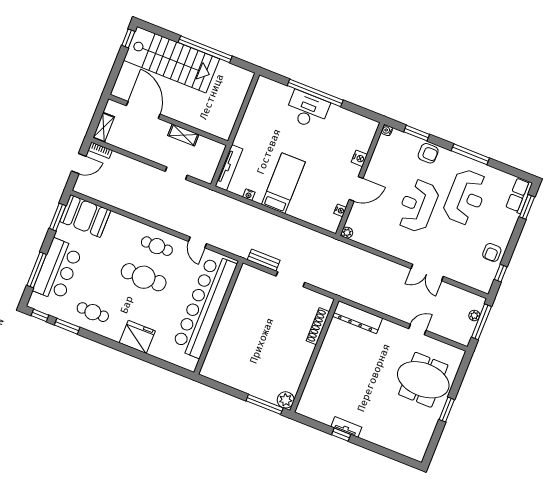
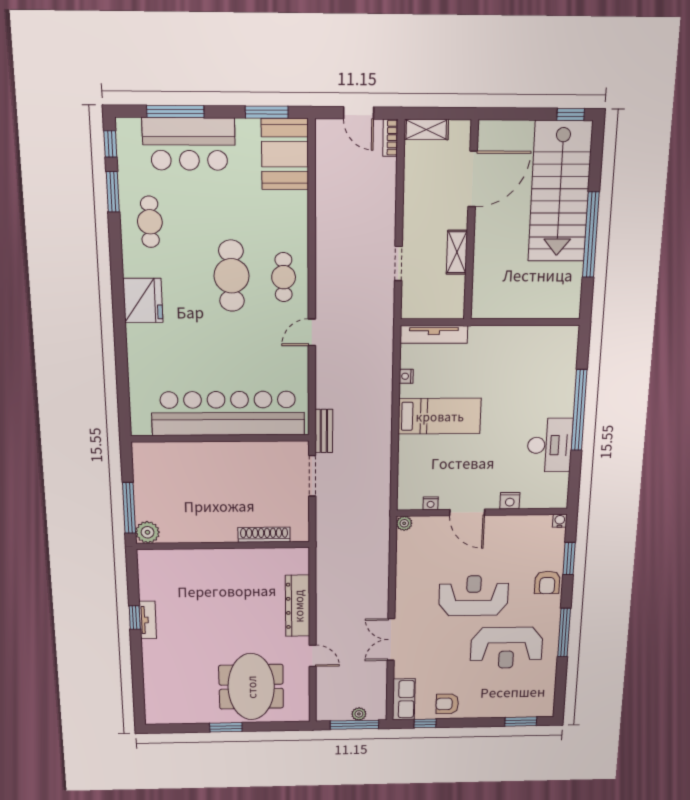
desk: (307, 110) -> (550, 445), moved
row of seats: (519, 195) -> (404, 699), moved, turned 90
bar counter: (204, 306) -> (228, 413), moved
dresser: (357, 317) -> (298, 606), moved
wall: (218, 318) -> (220, 438), moved

